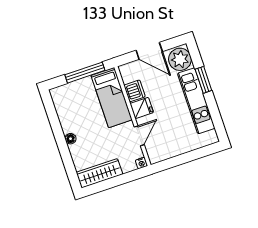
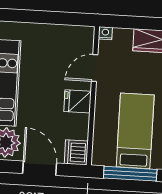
dishwasher: (135, 91) -> (76, 152), moved
bed: (112, 98) -> (135, 131), moved

